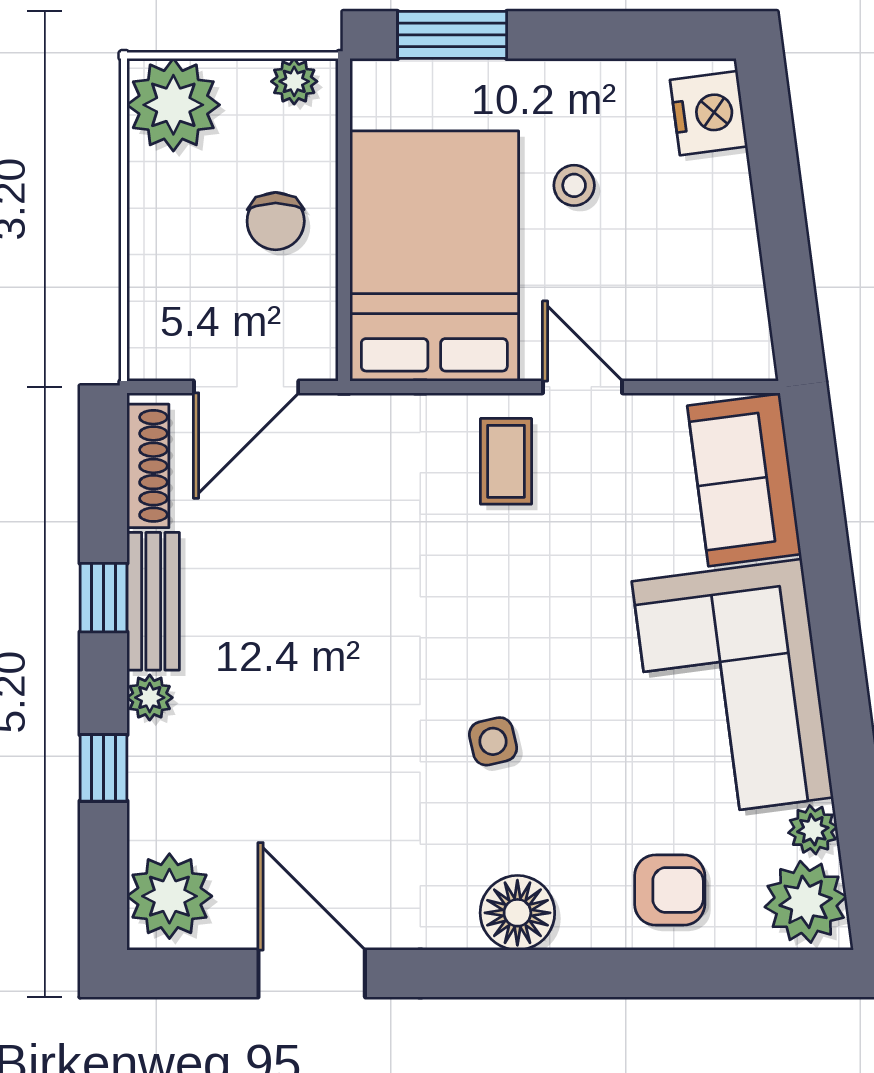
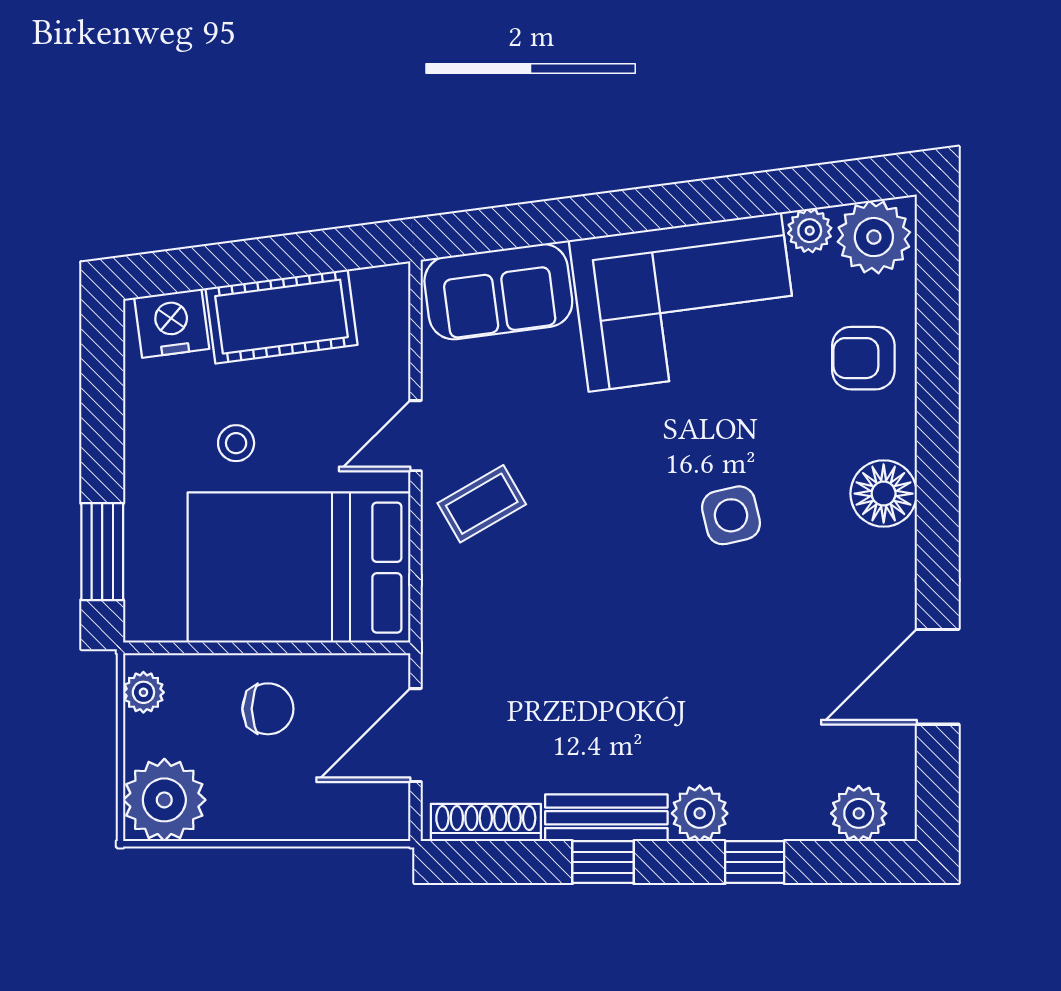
cot: (716, 236) -> (282, 317), added
door: (246, 387) -> (415, 735), swing flipped
coffee table: (506, 461) -> (482, 504), turned -30
plant: (150, 698) -> (700, 813), width x1.38, depth x1.38
side table: (493, 741) -> (731, 515), width x1.37, depth x1.37
armchair: (670, 890) -> (863, 358), turned -90
plant: (169, 896) -> (859, 813), width x0.73, depth x0.73

